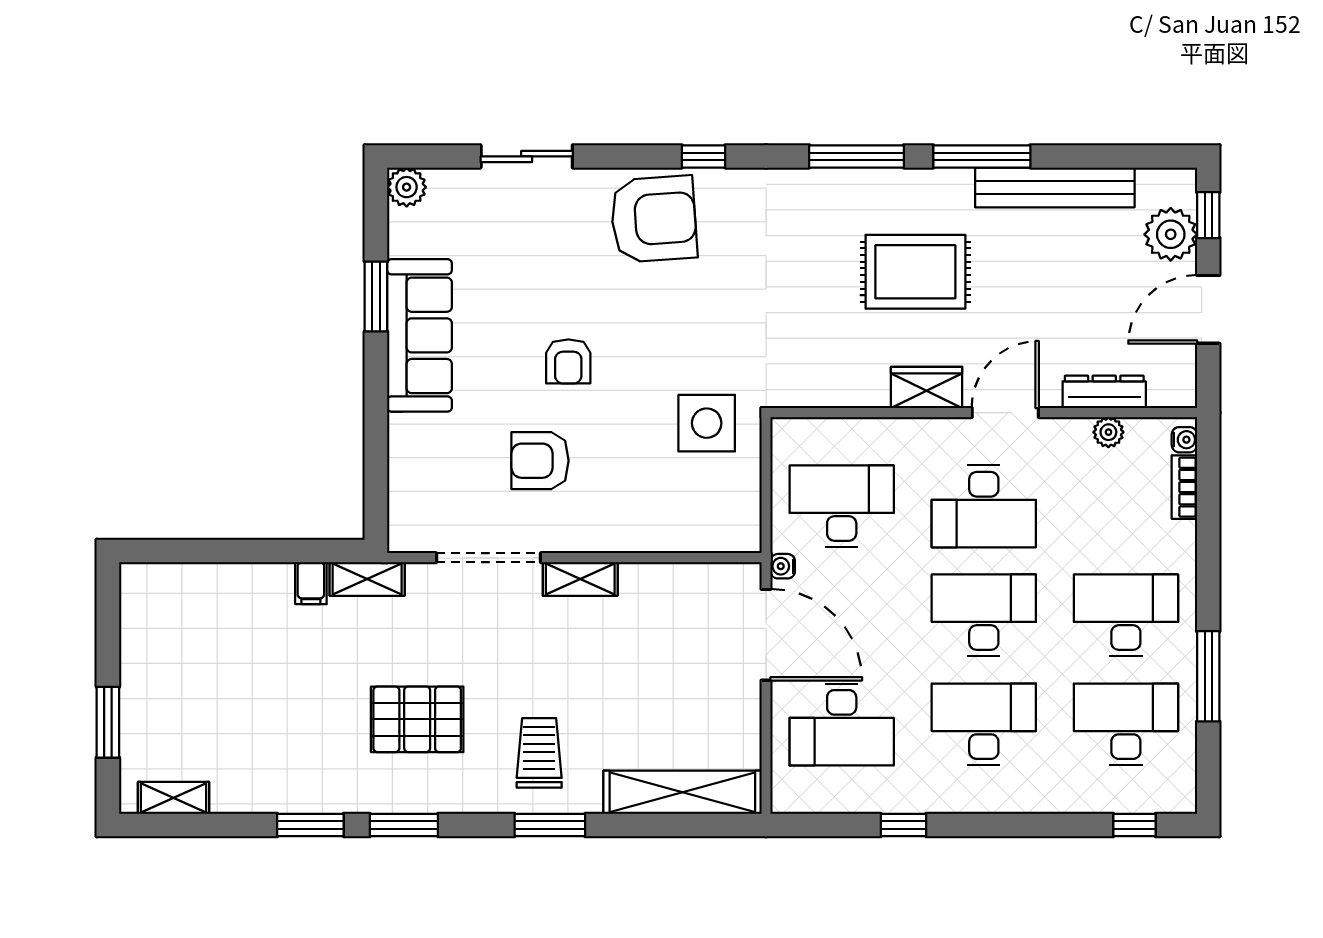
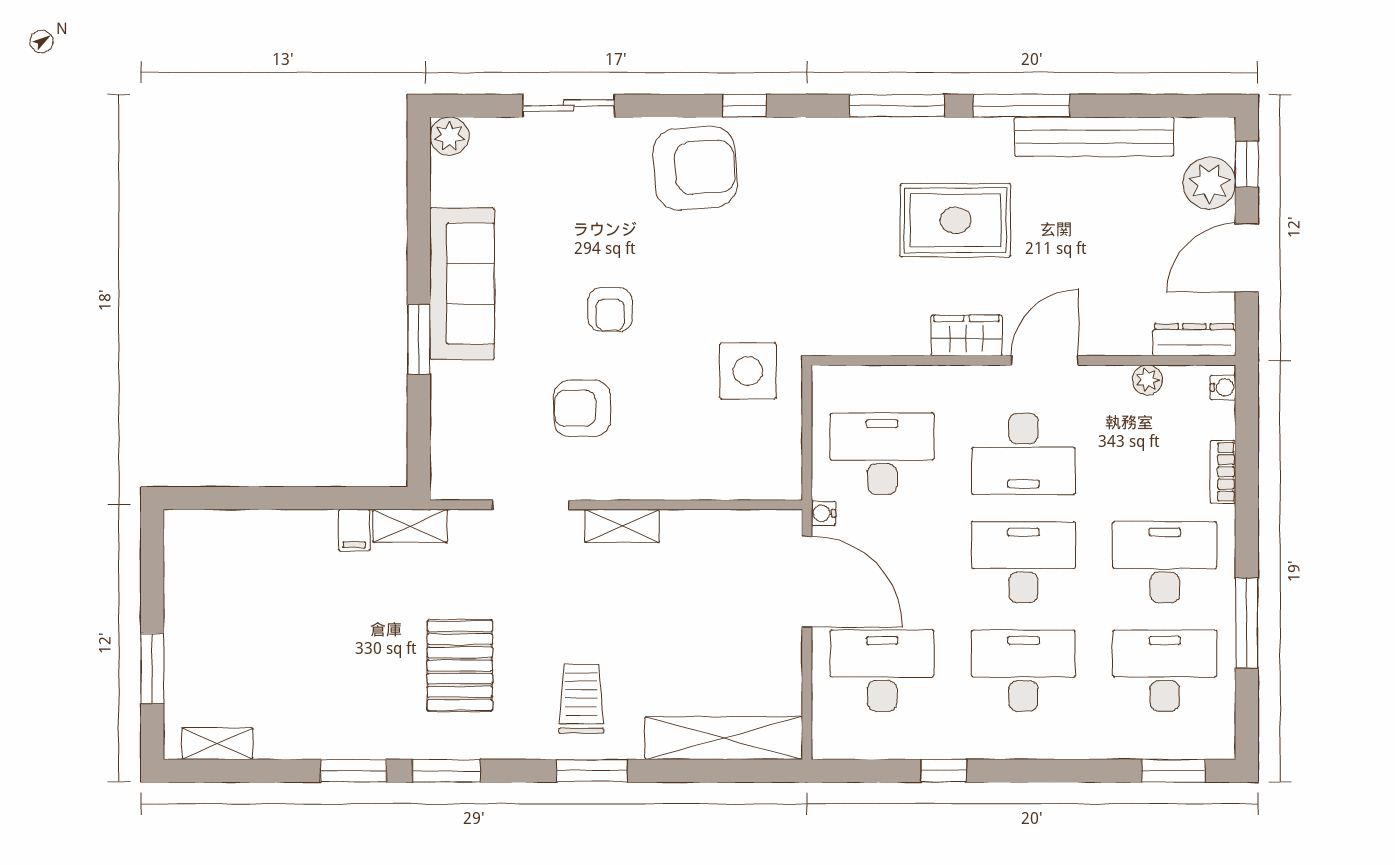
window: (376, 296) -> (419, 339), moved
dresser: (1104, 392) -> (1194, 340), moved
bookcase: (1184, 487) -> (1223, 472), moved
doorway: (488, 558) -> (531, 505), width x0.73
pallet: (417, 719) -> (460, 666), turned 90
desk: (842, 724) -> (882, 671), turned 180
window: (1135, 825) -> (1173, 771), width x1.50

